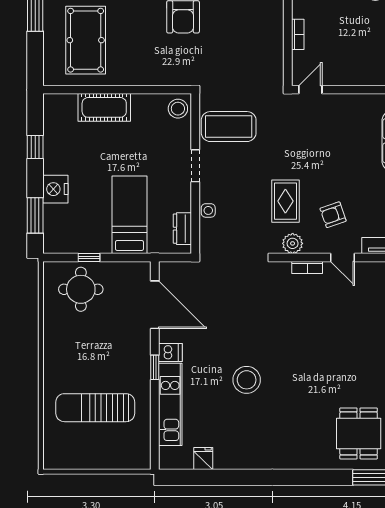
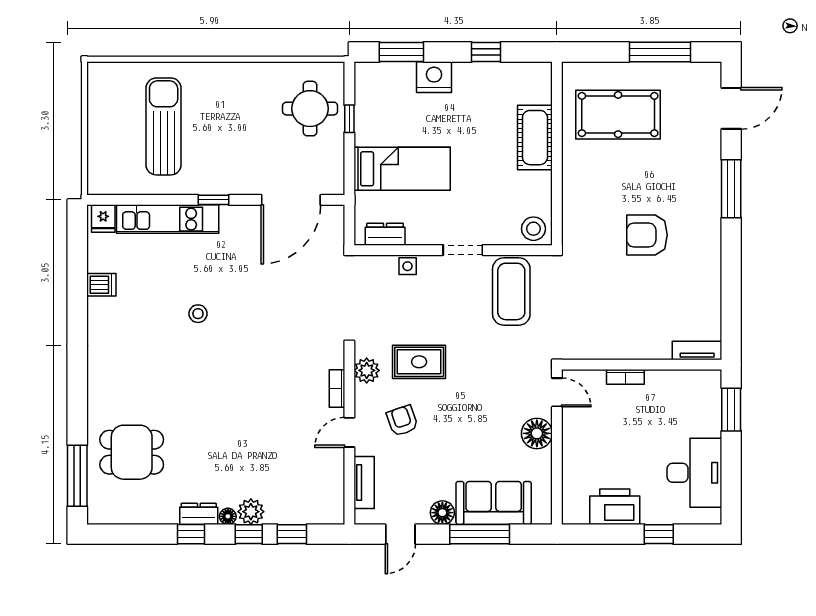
floor lamp: (343, 106) -> (537, 433), added
dishwasher: (170, 352) -> (101, 285), moved, turned -90
stool: (247, 380) -> (198, 314), width x0.53, depth x0.53
fridge: (203, 459) -> (103, 219), moved, turned 90

